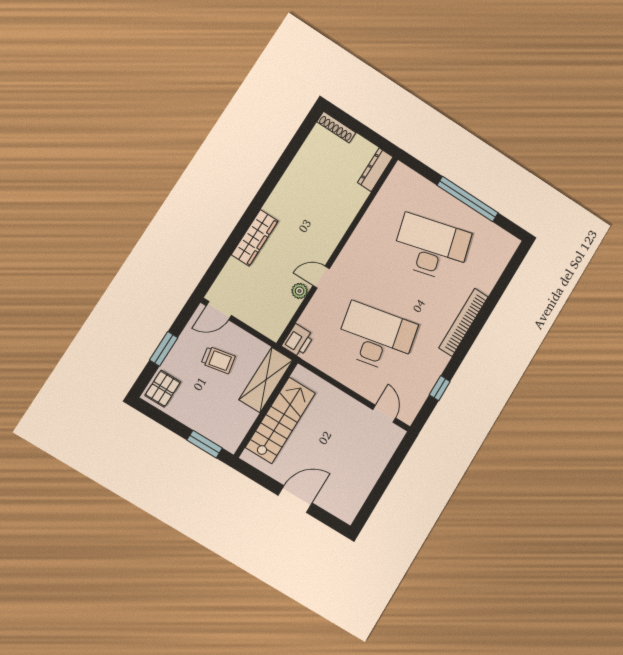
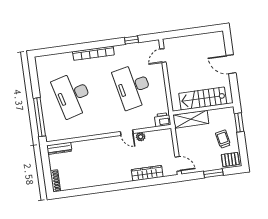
window: (468, 199) -> (39, 117), moved
wardrobe: (255, 238) -> (147, 173), moved
trolley: (218, 360) -> (223, 139), moved

